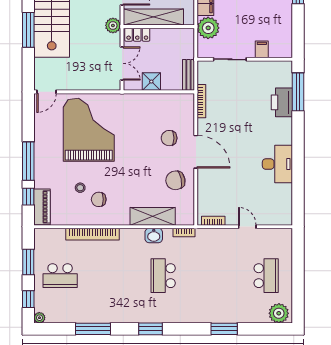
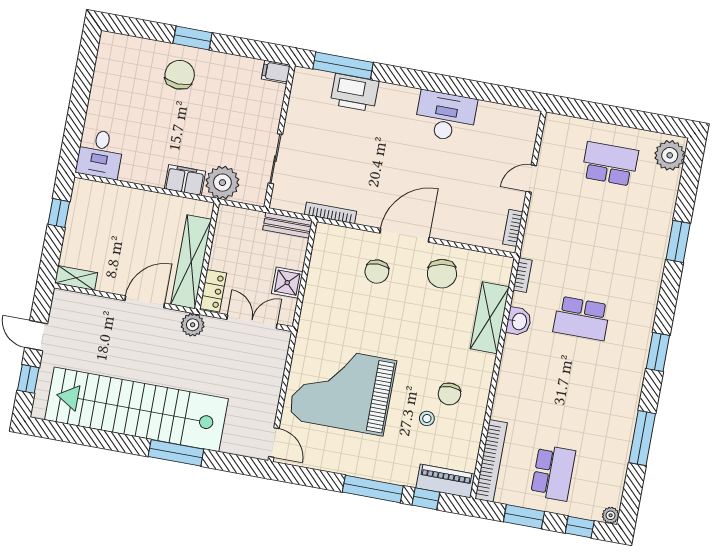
filing cabinet: (262, 49) -> (276, 72), moved
bookcase: (92, 234) -> (491, 461), moved

